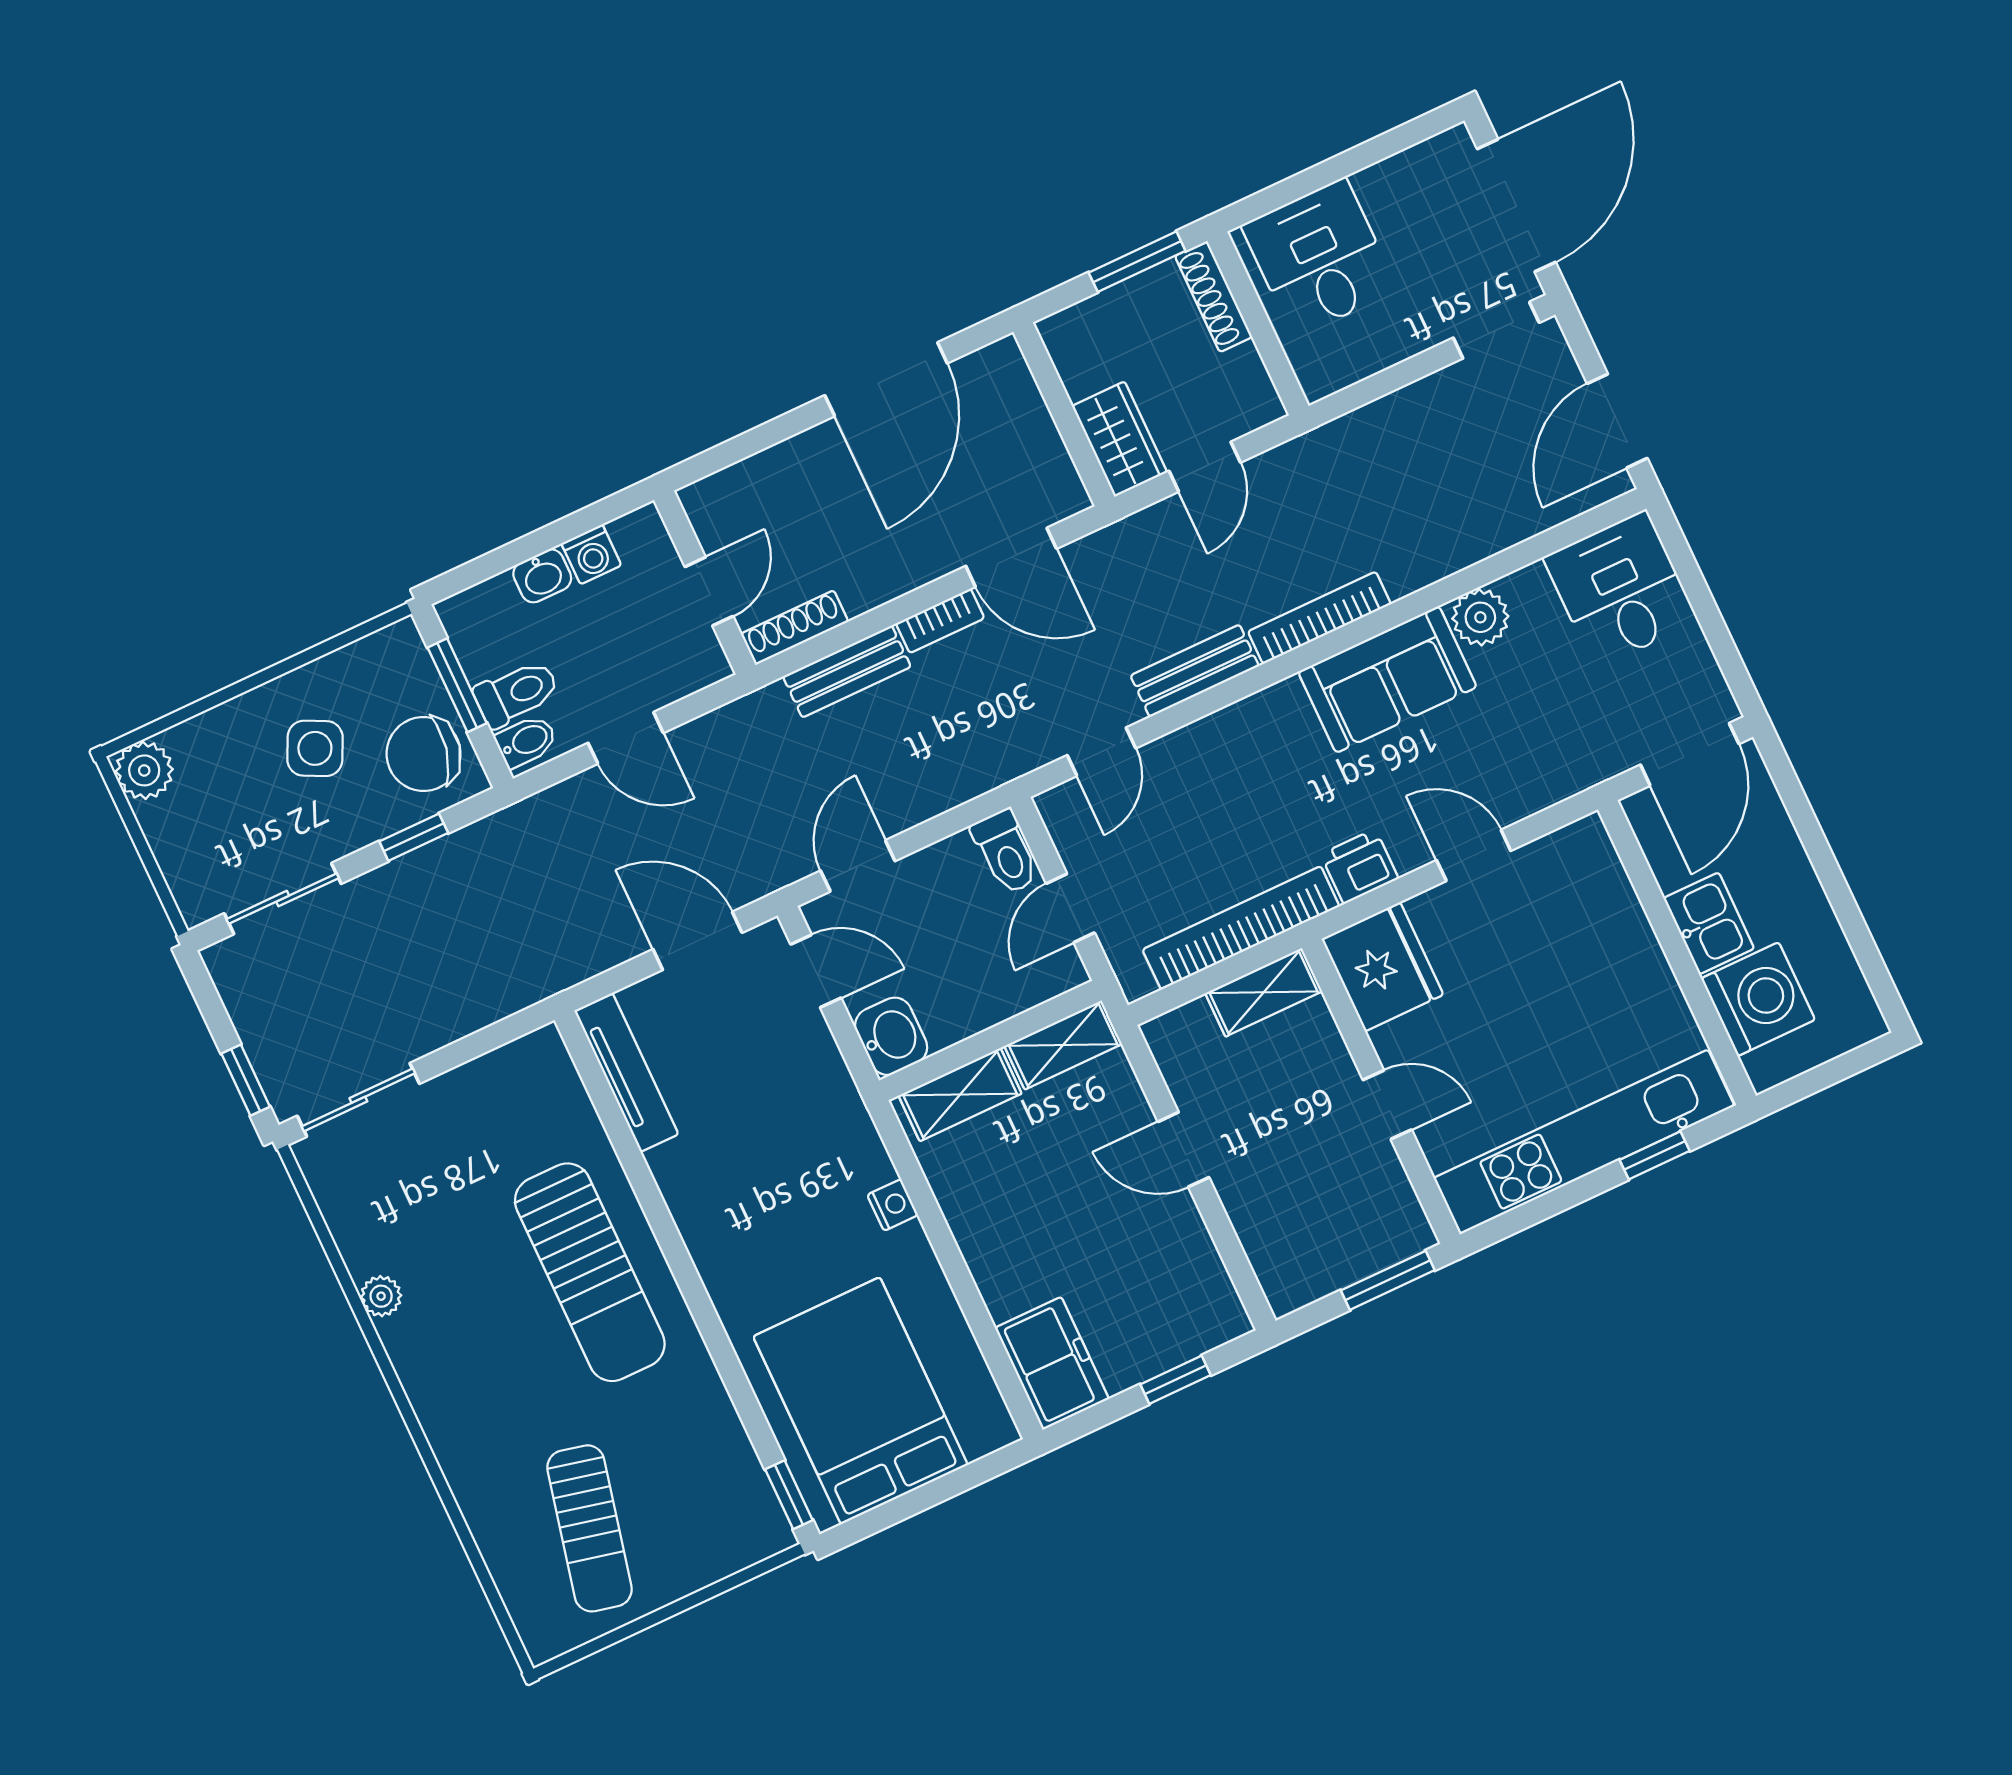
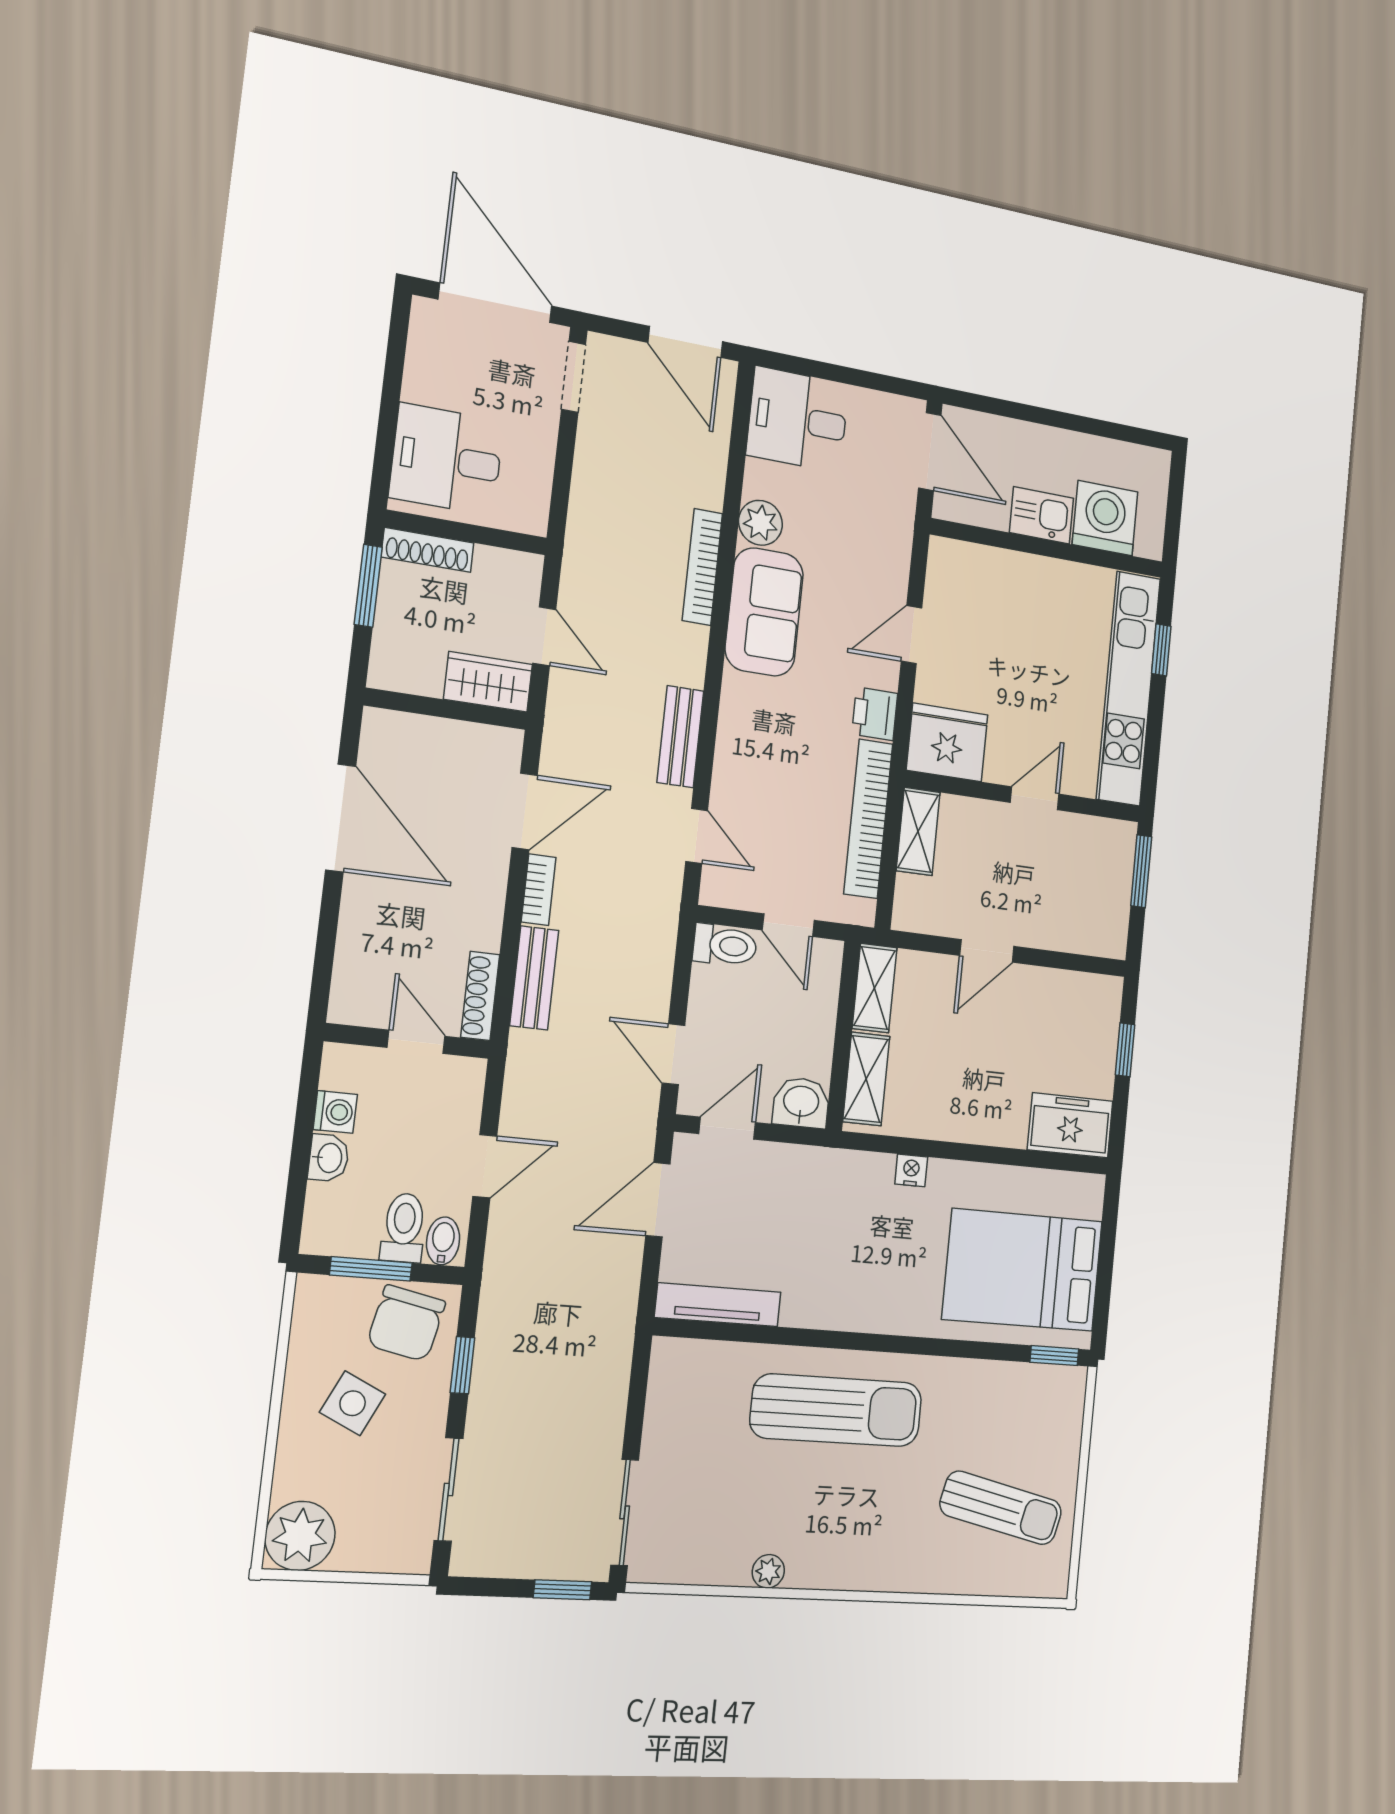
bookcase: (1319, 618) -> (702, 567), moved
plant: (144, 770) -> (300, 1536), width x1.36, depth x1.36

